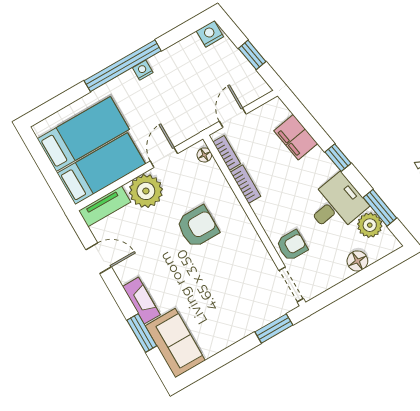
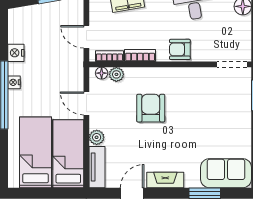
nightstand: (210, 34) -> (16, 53), moved
plant: (212, 171) -> (116, 74), added
plant: (146, 191) -> (97, 137), width x0.53, depth x0.53
armchair: (292, 245) -> (180, 49), moved, turned -90
fireplace: (141, 301) -> (165, 180), moved

